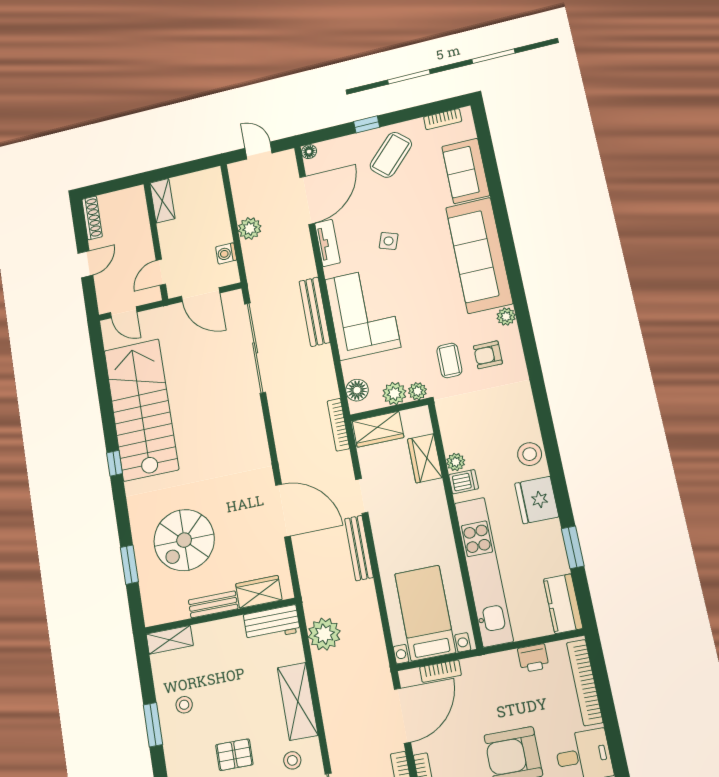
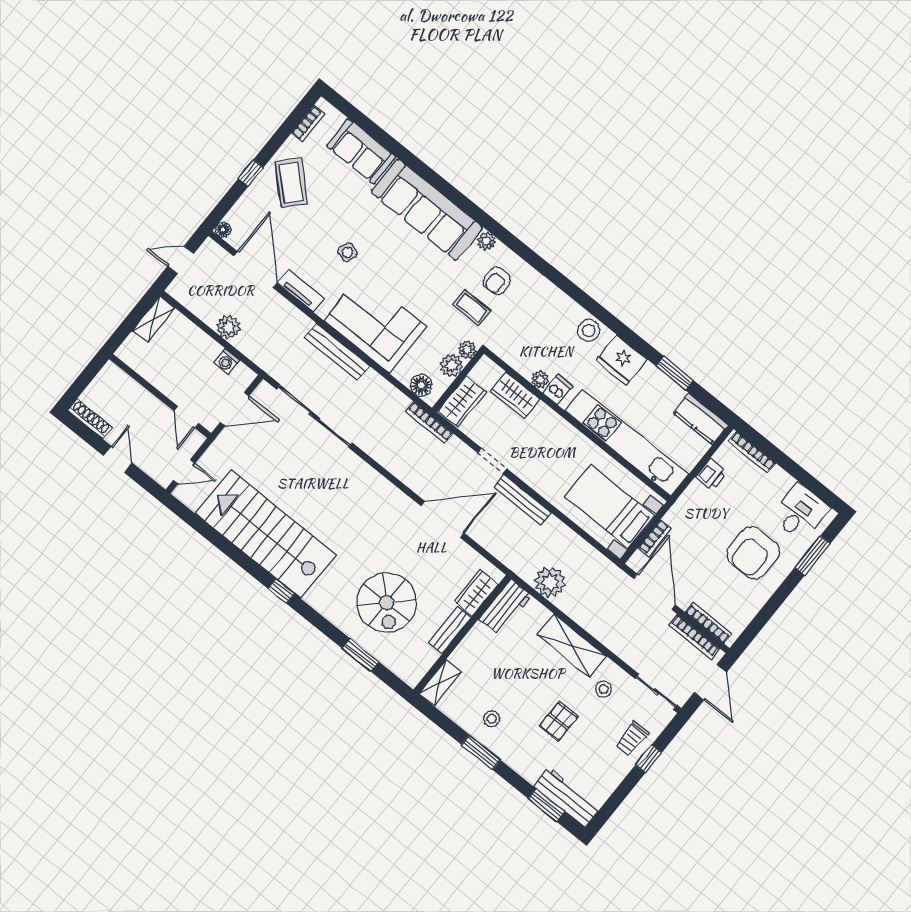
shelving: (162, 201) -> (154, 319), moved, turned 90
bookcase: (585, 682) -> (752, 452), width x0.68, depth x0.76

